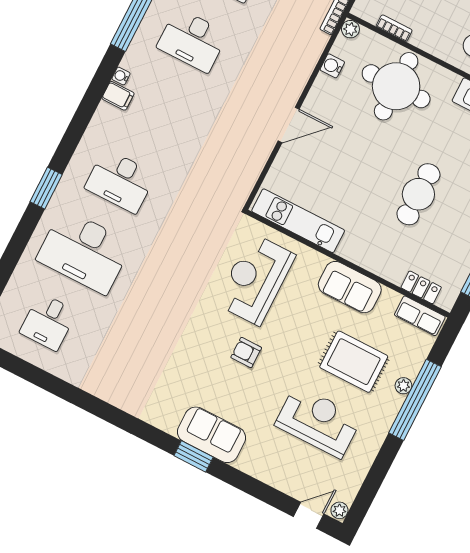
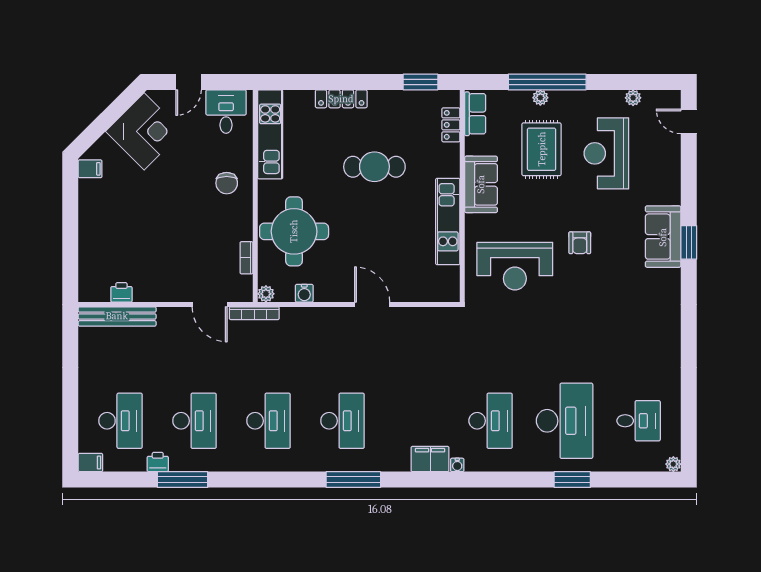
water cooler: (121, 76) -> (457, 465), moved
filing cabinet: (118, 96) -> (430, 459), width x2.00
window: (46, 188) -> (572, 480), moved
kitchen unit: (298, 221) -> (448, 221), moved
plant: (339, 510) -> (633, 98), moved

